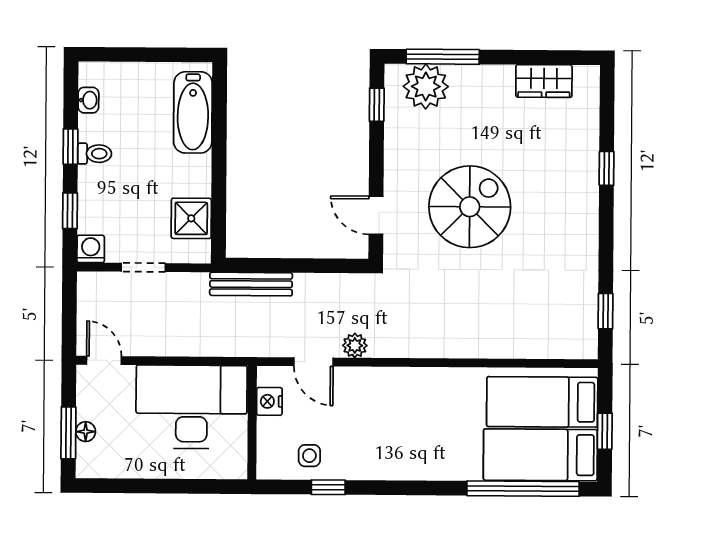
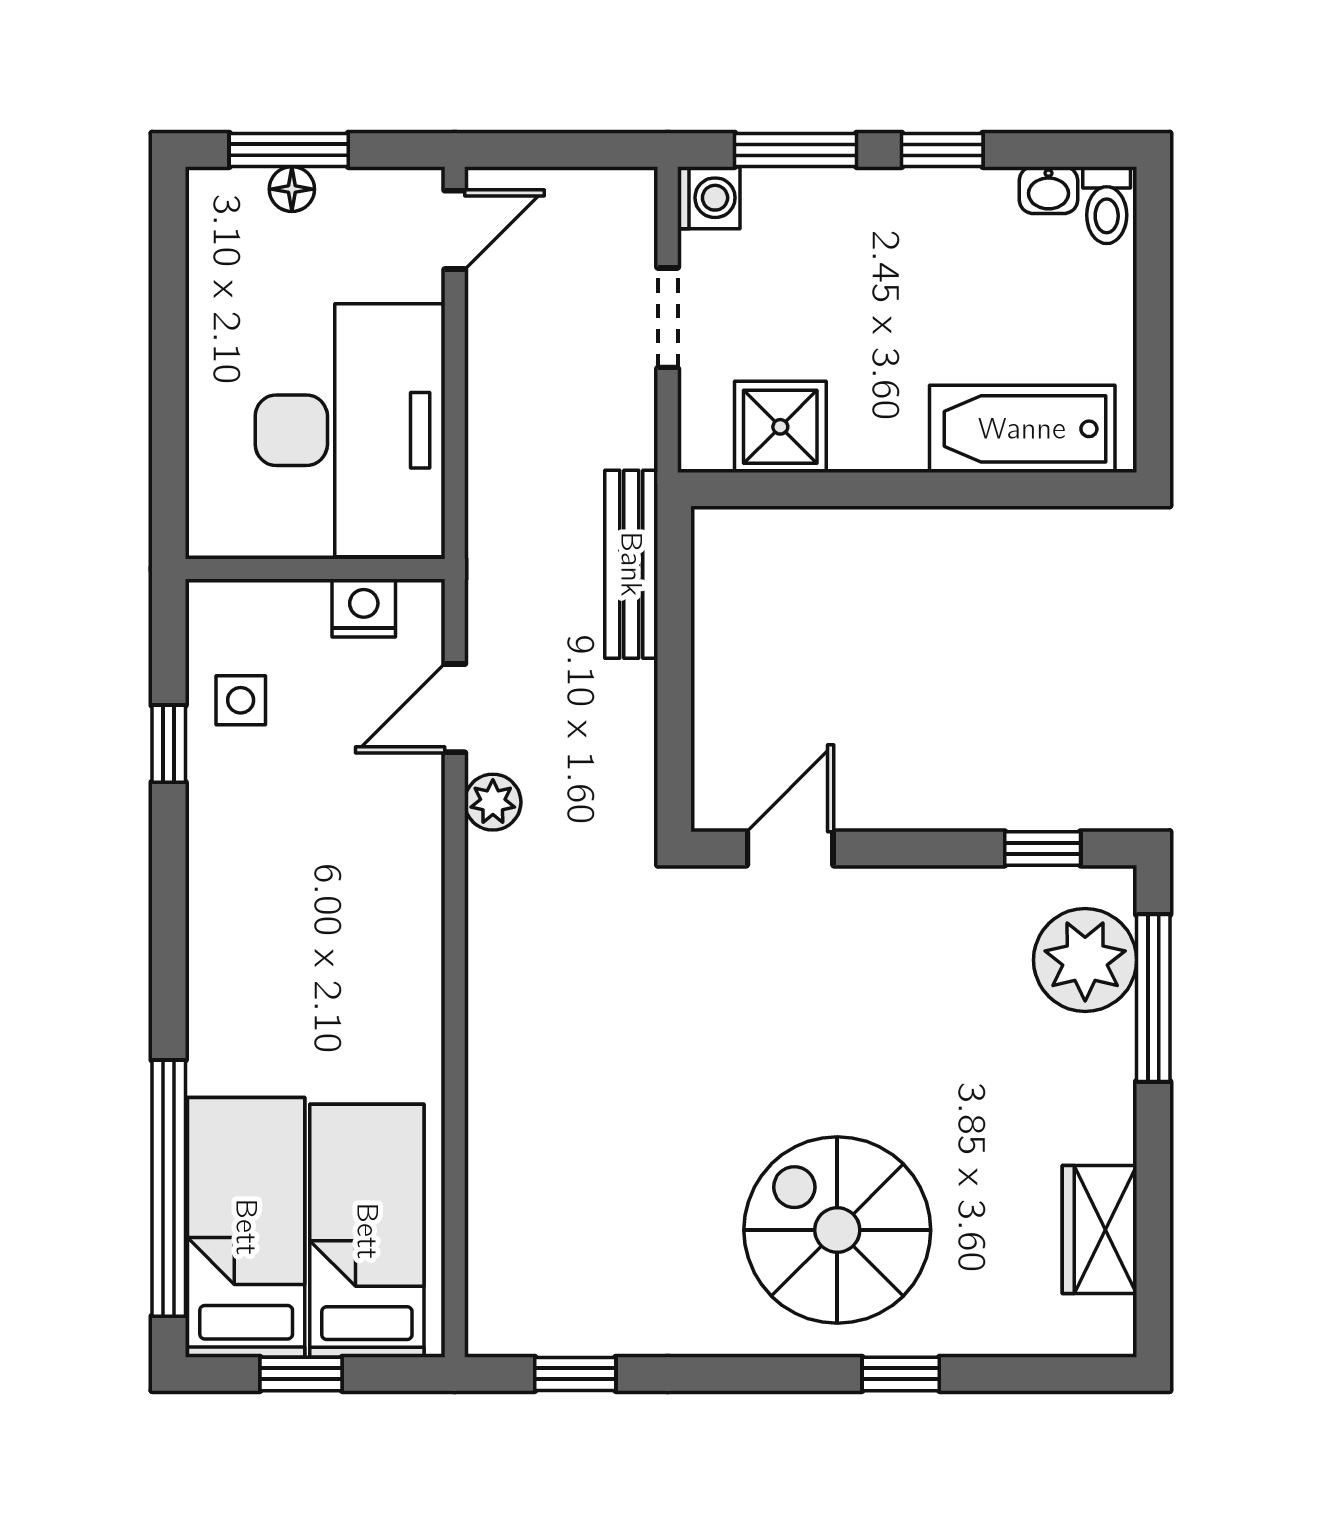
toilet: (95, 154) -> (1107, 205), moved
spiral stairs: (470, 207) -> (837, 1230), moved, turned 180
window: (70, 211) -> (796, 150), width x1.50

